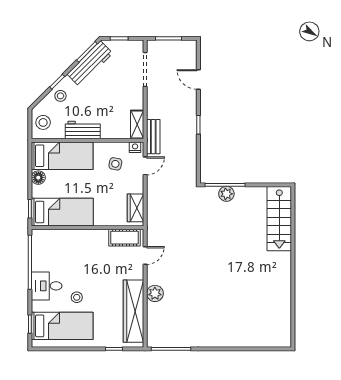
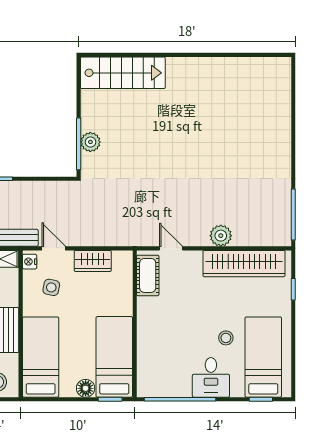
floor lamp: (38, 178) -> (86, 388), moved
wardrobe: (136, 208) -> (93, 261), moved

